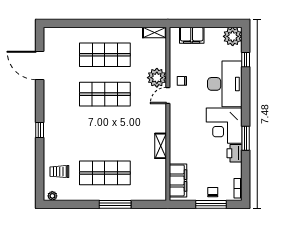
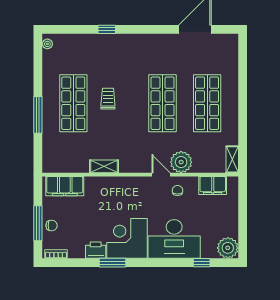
filing cabinet: (192, 35) -> (213, 185), moved, turned -90
window: (40, 130) -> (107, 29), moved
trolley: (59, 172) -> (108, 99), moved

